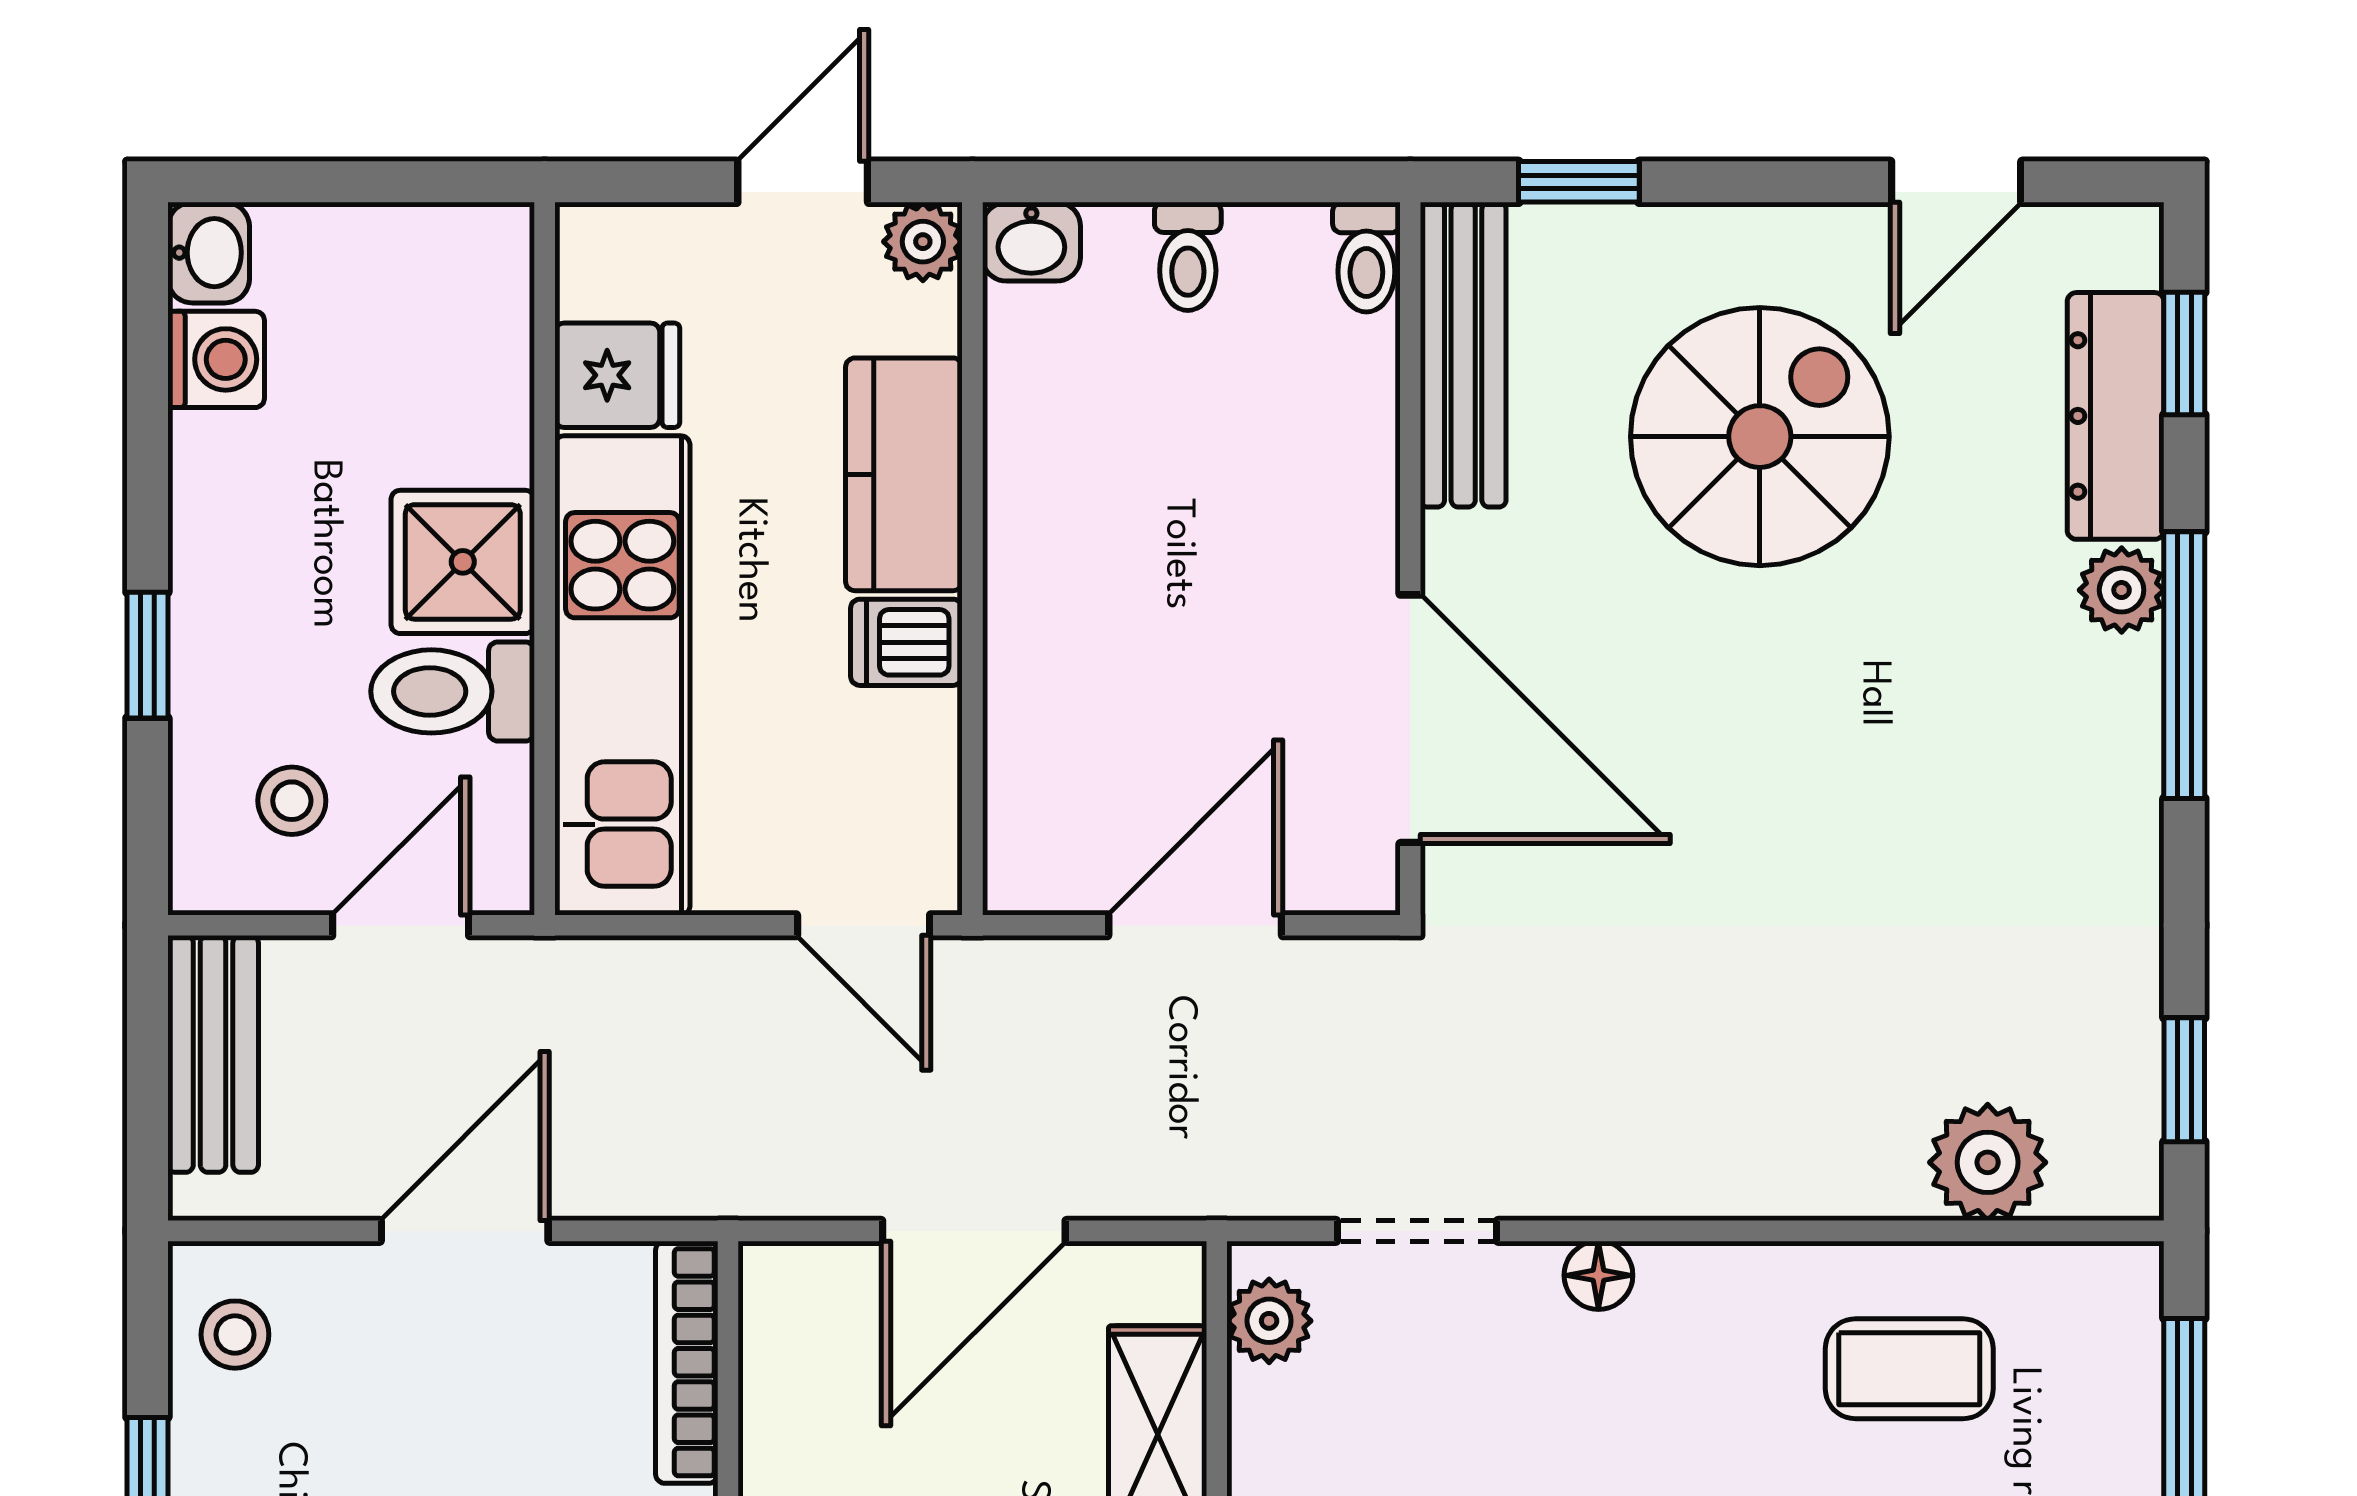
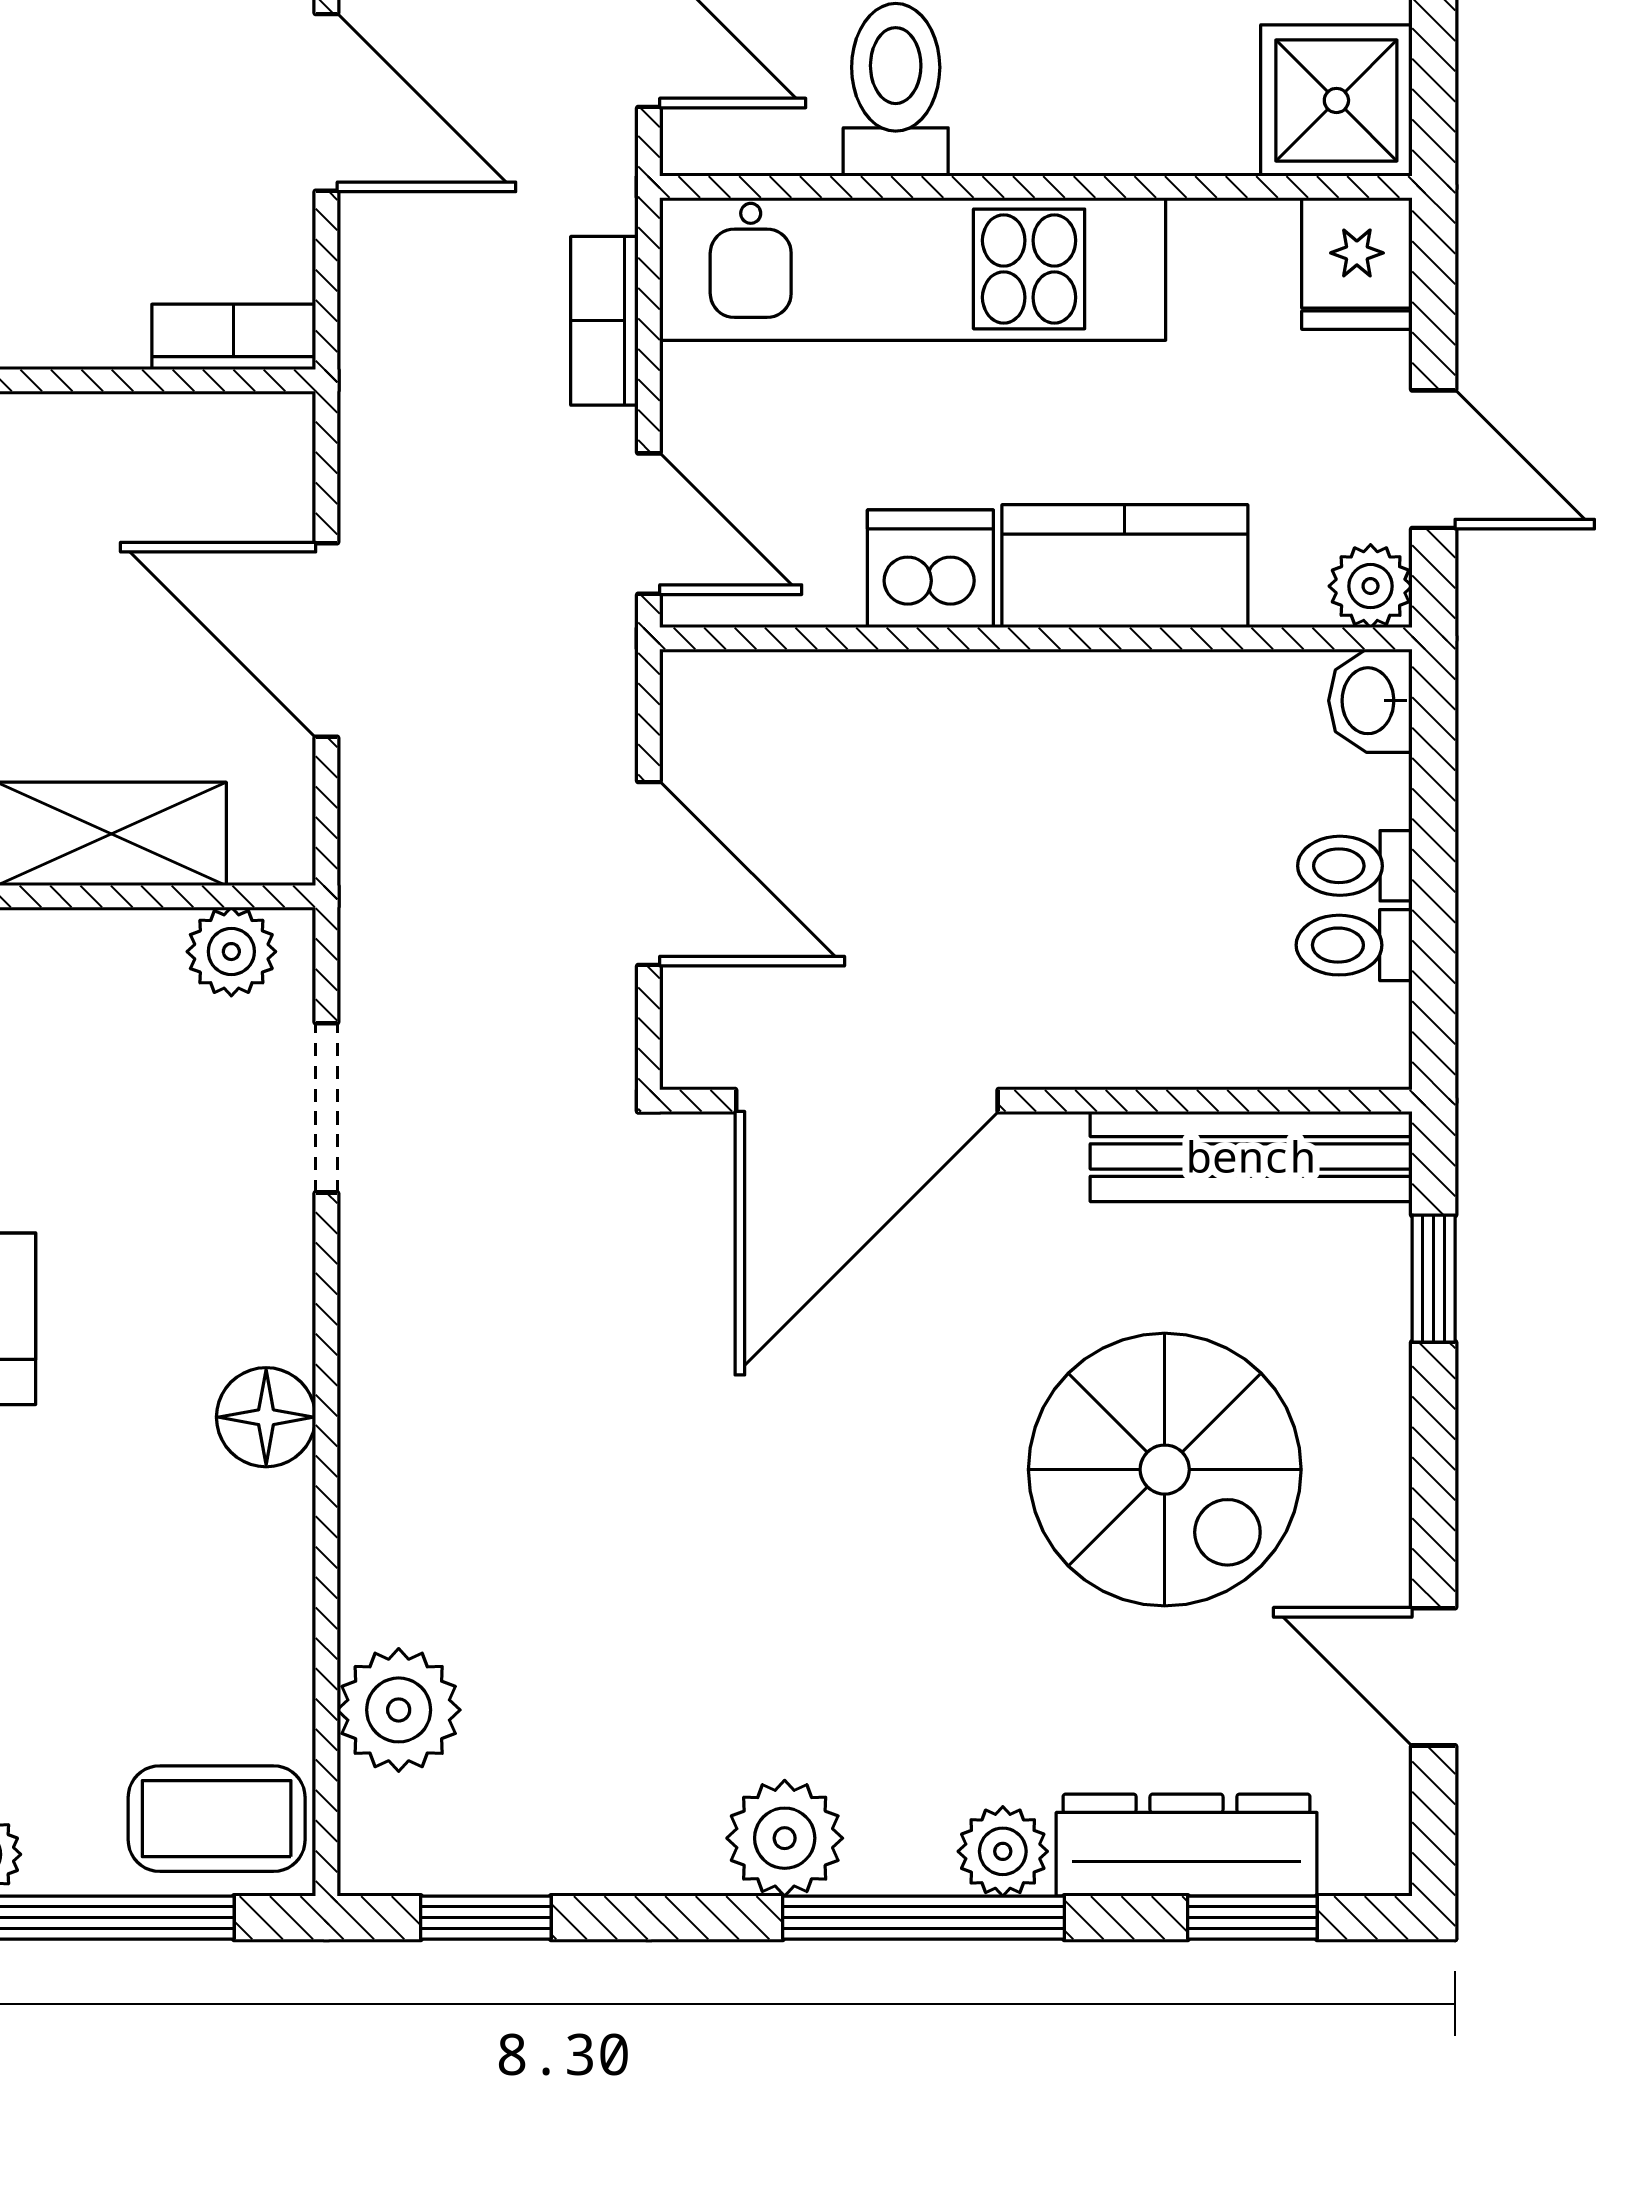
toilet: (1366, 257) -> (1354, 945), moved
fridge: (617, 375) -> (1357, 263), moved
shower: (463, 562) -> (1336, 100), moved
dishwasher: (906, 642) -> (930, 569), width x1.38
plant: (2109, 797) -> (785, 1838), added
door: (864, 925) -> (649, 524), swing flipped
bookcase: (672, 967) -> (604, 321), added
floor lamp: (1598, 1275) -> (266, 1417), moved, width x1.37, depth x1.37
bookcase: (687, 1362) -> (234, 337), width x0.64
coffee table: (1909, 1369) -> (217, 1819), moved, turned 90

